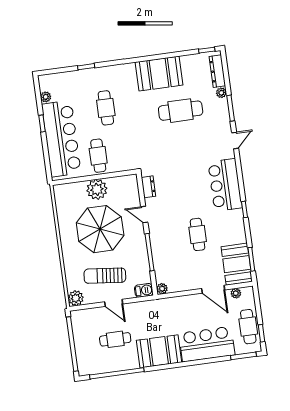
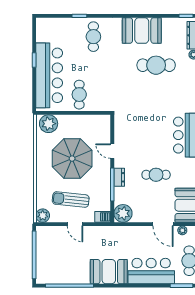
plant: (46, 97) -> (41, 37), removed
cafe table: (106, 108) -> (93, 37), moved
dresser: (149, 187) -> (119, 177), moved
plant: (97, 189) -> (49, 124), moved
cafe table: (198, 234) -> (156, 175), turned 90
plant: (162, 289) -> (123, 213), width x1.88, depth x1.88
cafe table: (115, 339) -> (72, 256), removed

